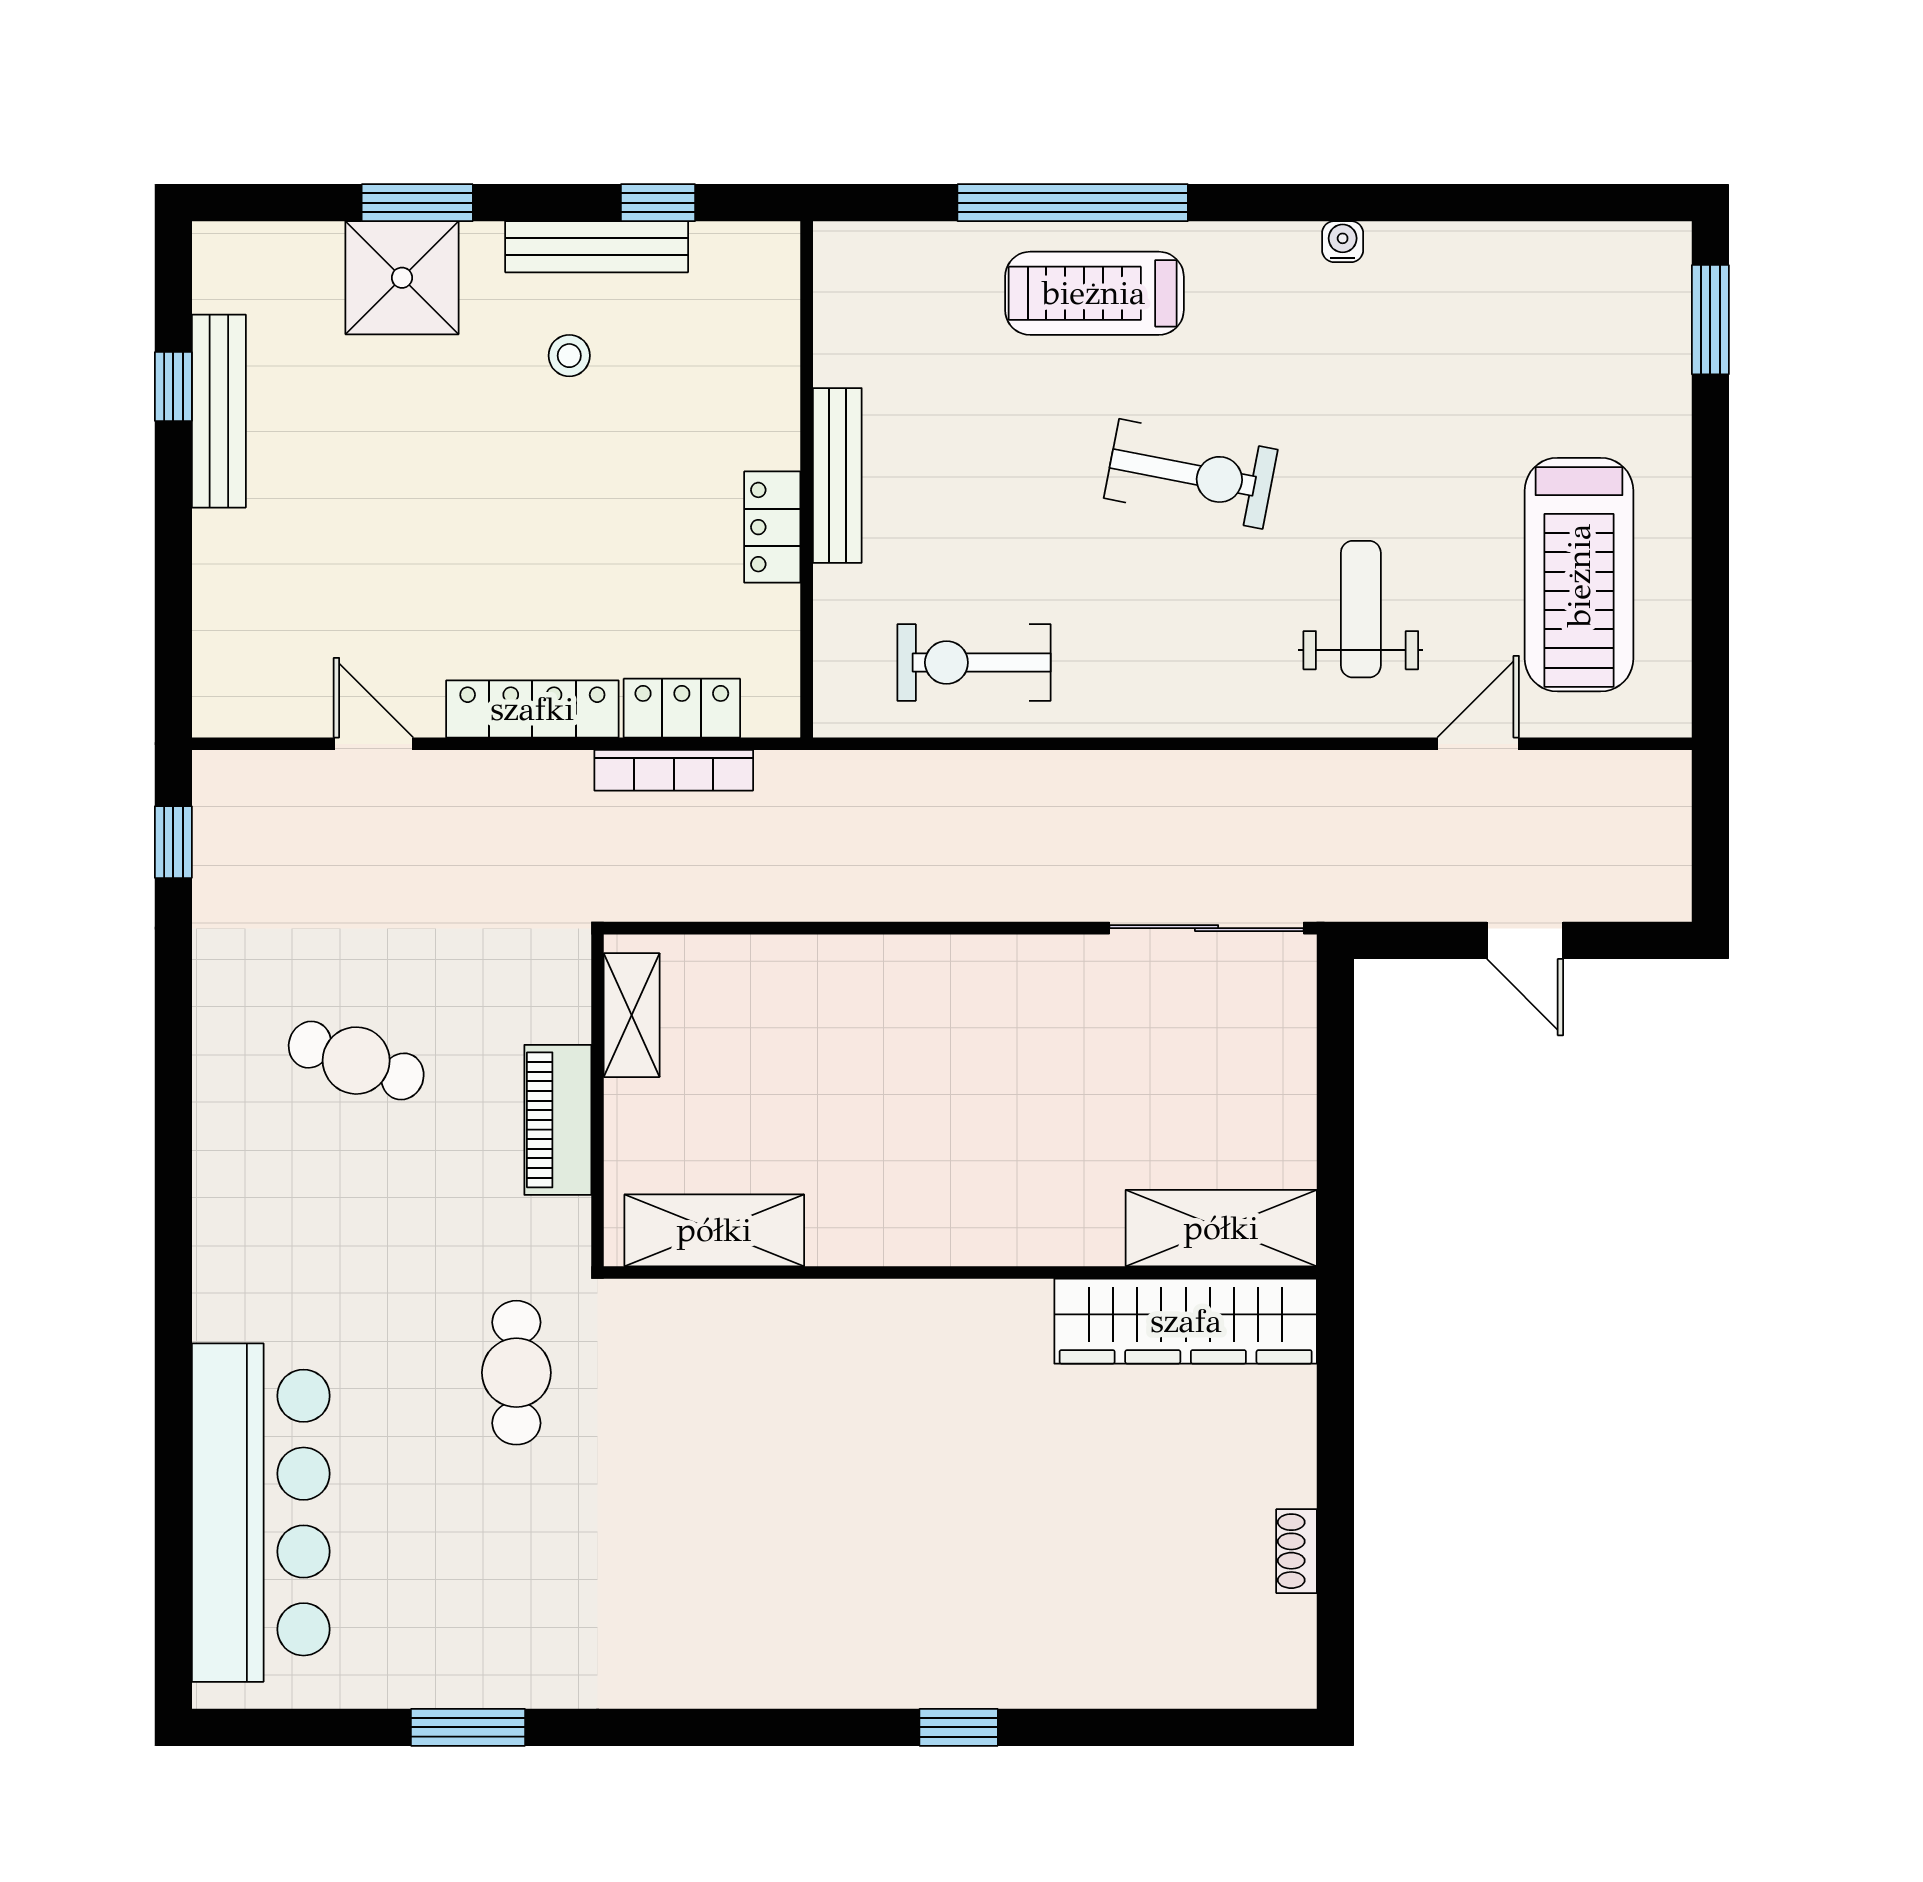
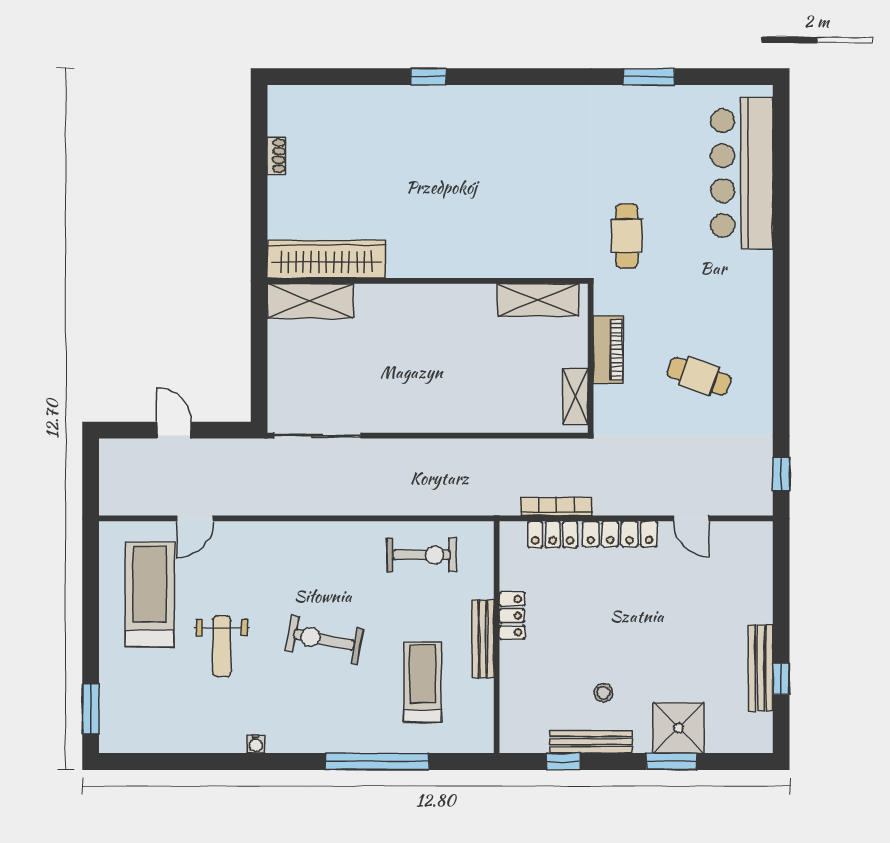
treadmill: (1094, 293) -> (423, 682), moved, turned -90
weight bench: (1361, 609) -> (222, 646), moved

